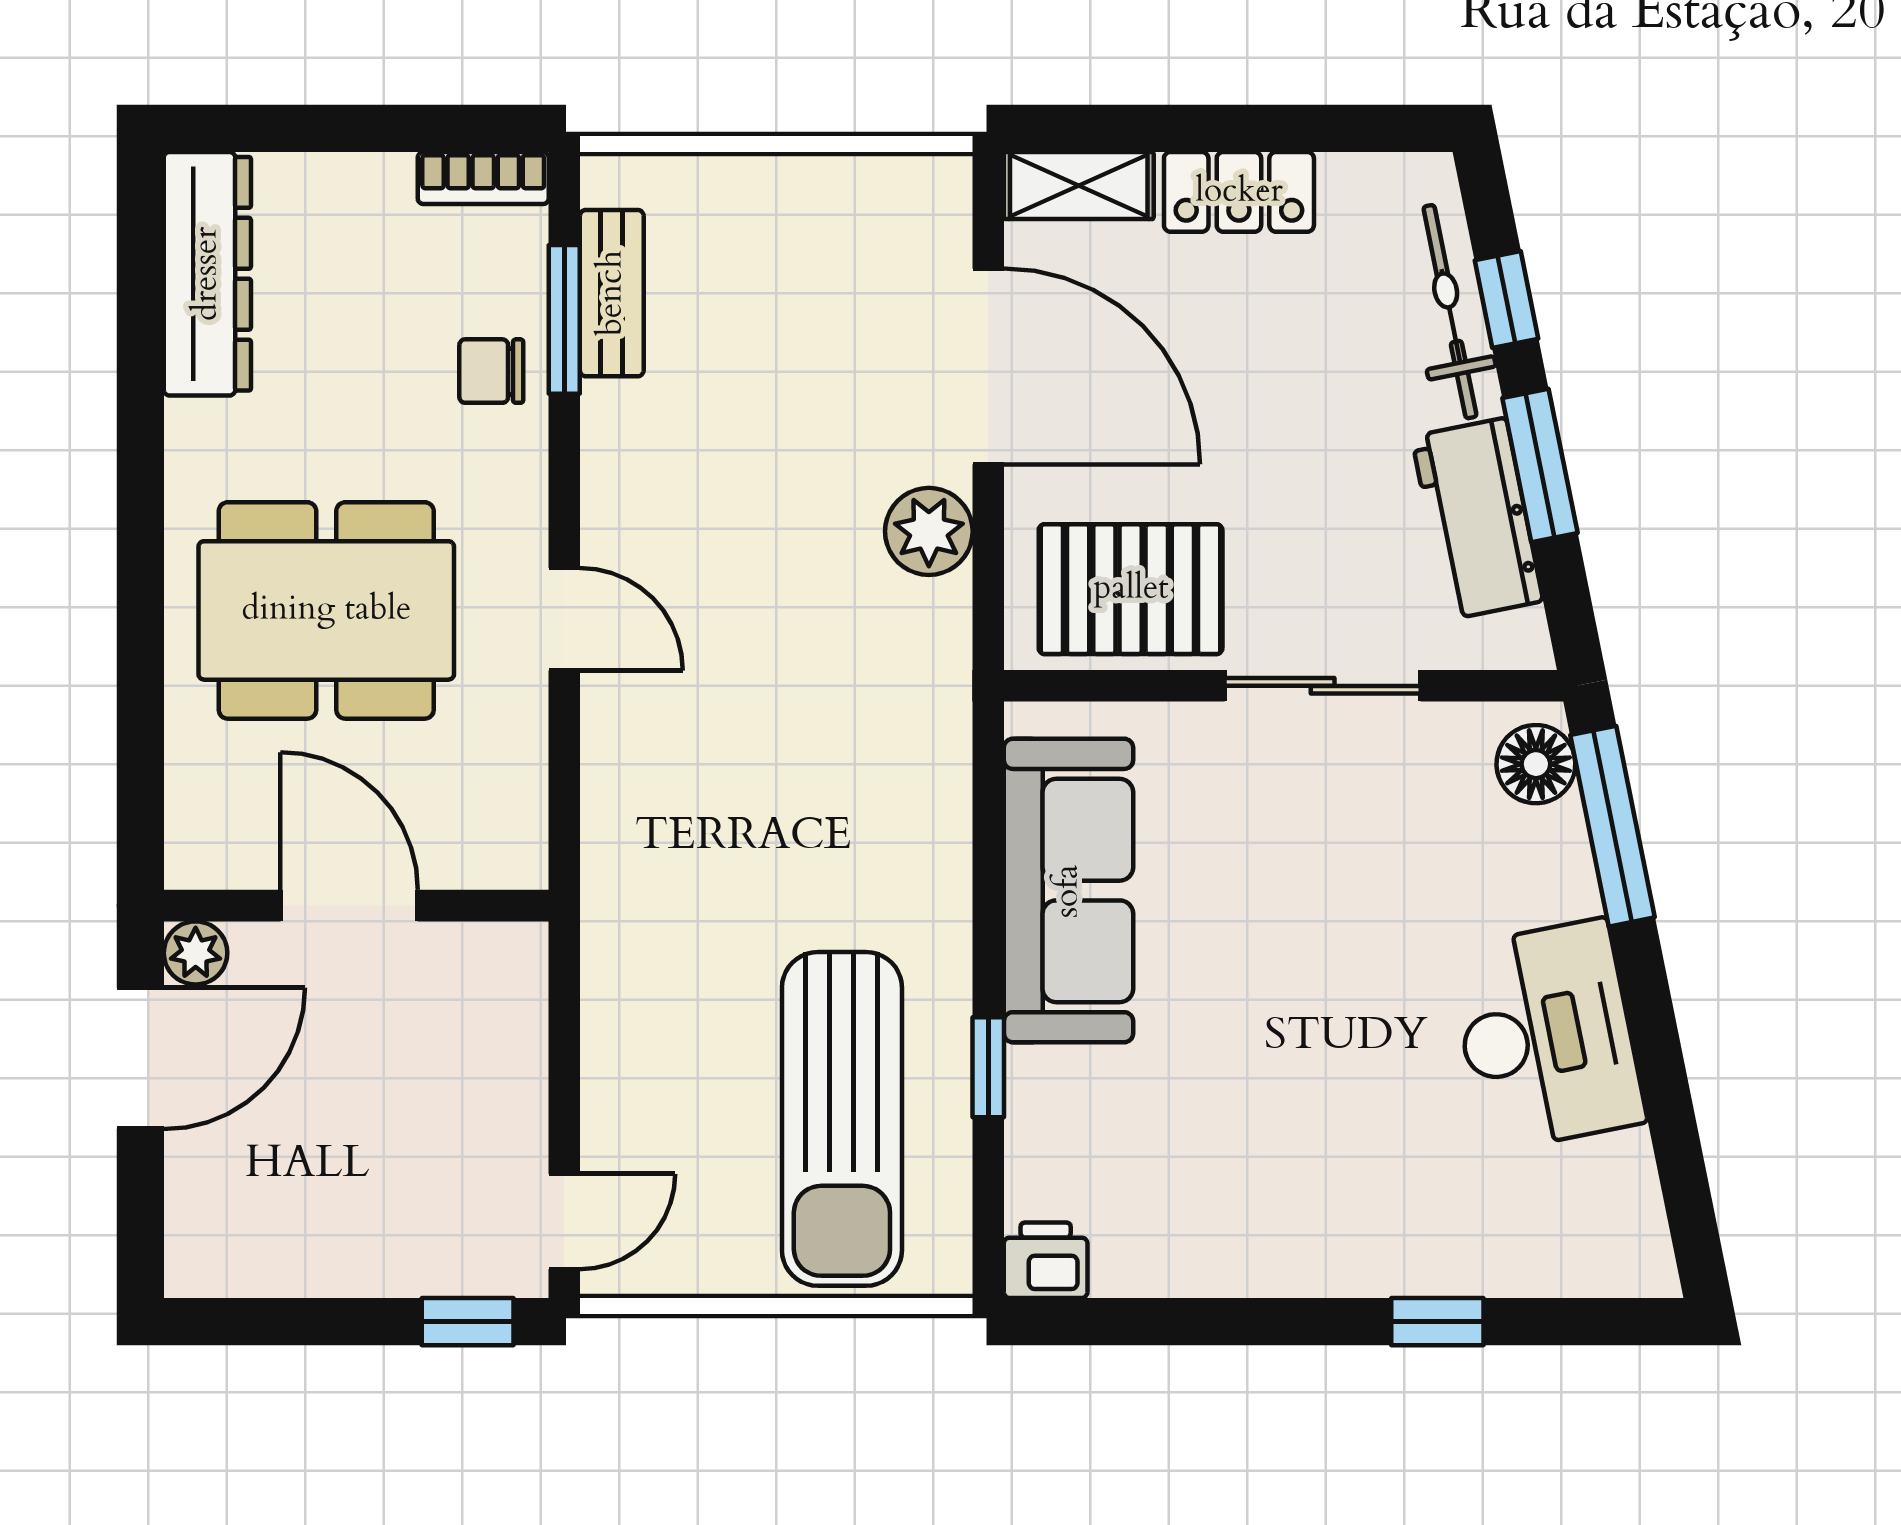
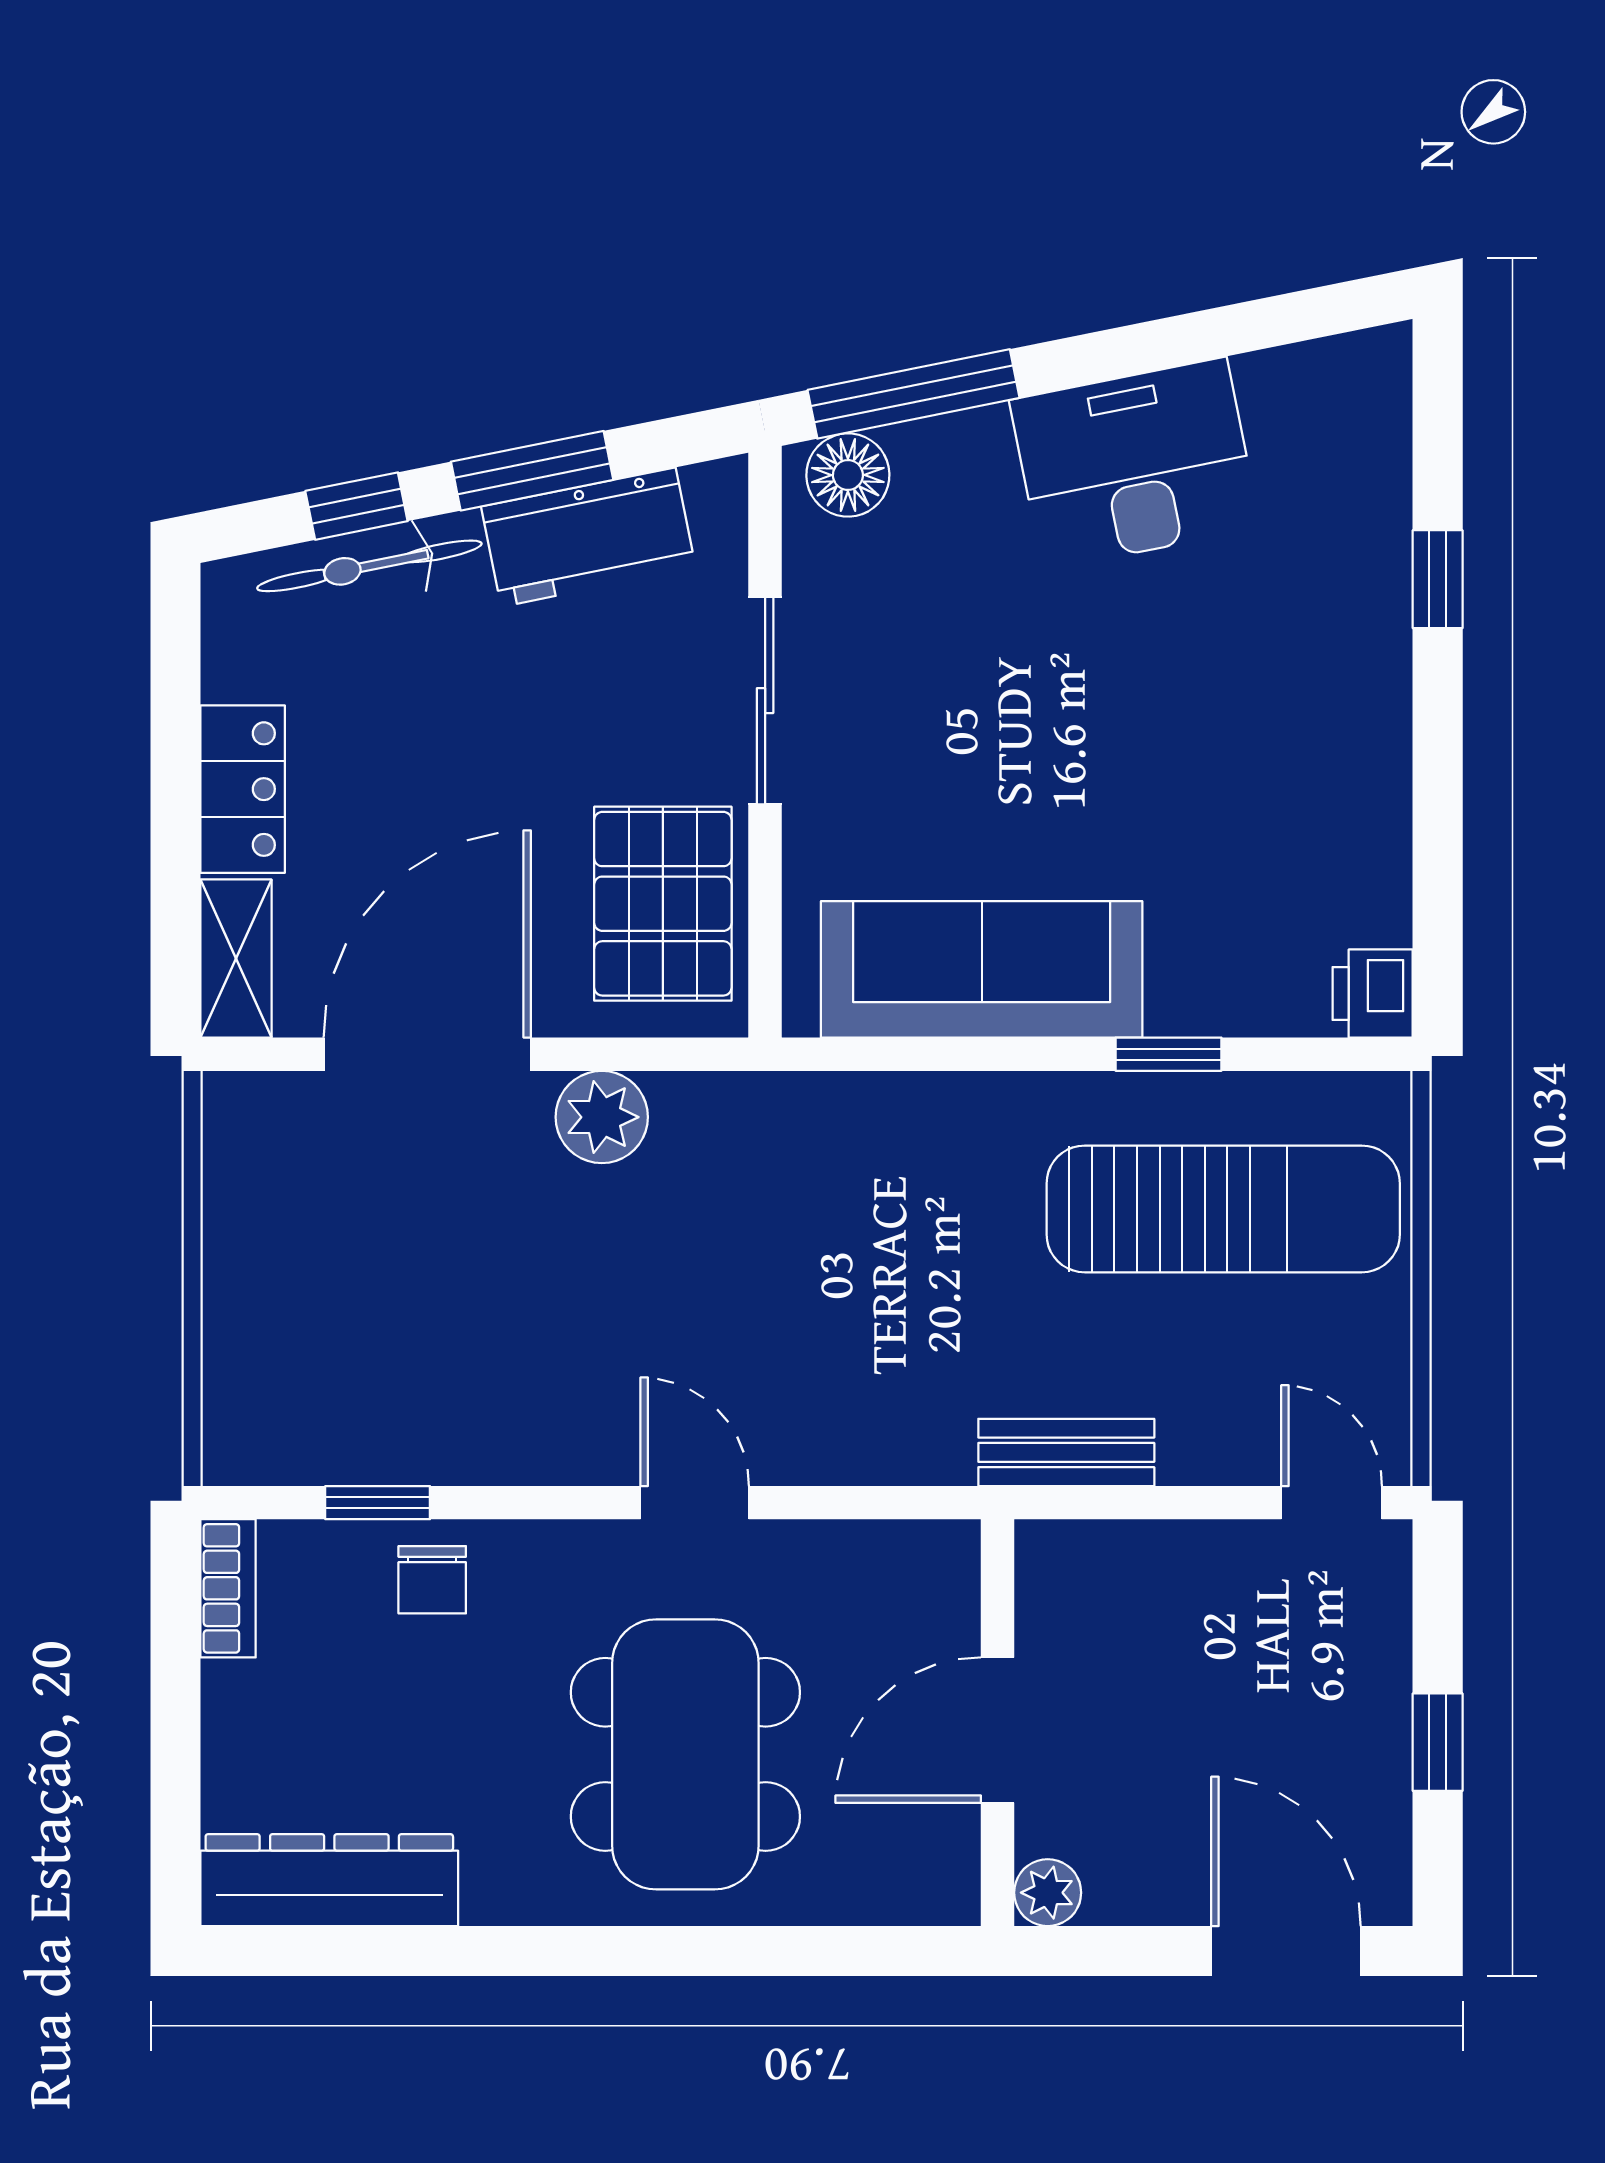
bench: (612, 293) -> (1066, 1452), moved
window: (564, 319) -> (378, 1503), width x0.67
door: (564, 619) -> (695, 1503), hinge flipped
door: (140, 1058) -> (1286, 1951), moved
window: (468, 1322) -> (1438, 1742), moved

